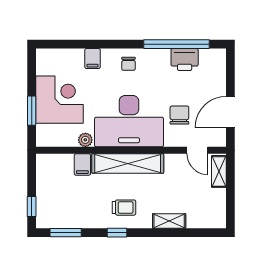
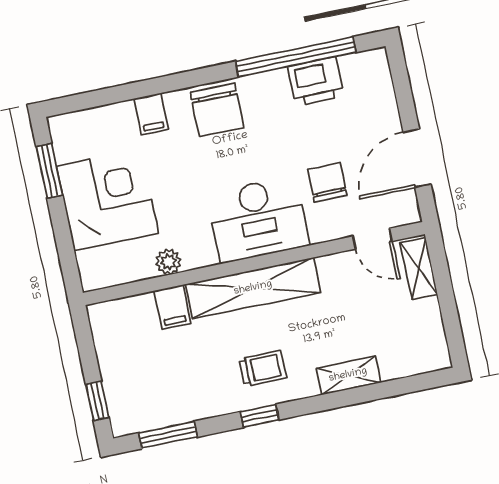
chair: (128, 64) -> (217, 110), width x1.87, depth x1.87
window: (32, 111) -> (49, 171), moved
desk: (129, 121) -> (258, 219), width x0.73, depth x0.77

